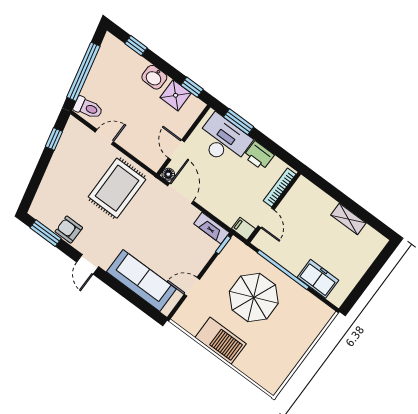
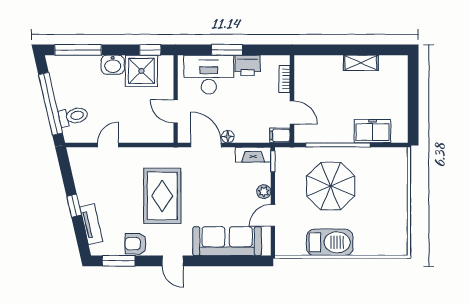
window: (136, 46) -> (78, 50), width x2.17
shower: (176, 95) -> (141, 71), width x1.36, depth x1.36
toilet: (88, 108) -> (73, 116), moved
window: (239, 122) -> (227, 50), moved
window: (54, 139) -> (74, 206), moved
floor lamp: (168, 174) -> (228, 137), moved
bookcase: (280, 187) -> (284, 79), width x0.64
rug: (117, 188) -> (162, 196), moved
tv unit: (46, 189) -> (91, 224), added
plant: (199, 263) -> (264, 192), added

